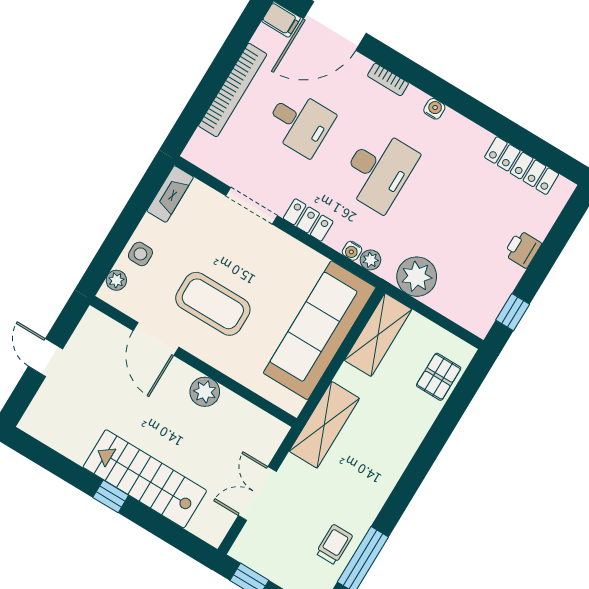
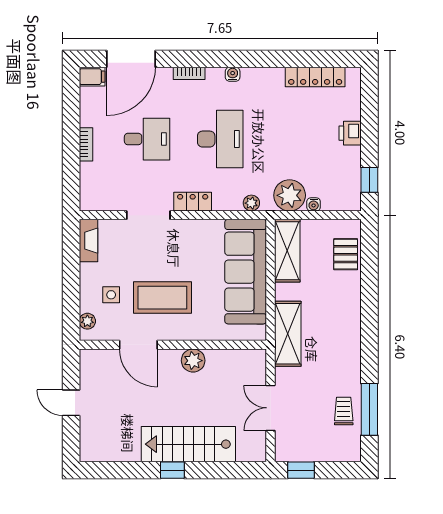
bookcase: (233, 90) -> (86, 144), width x0.43, depth x0.76
water cooler: (352, 251) -> (314, 204), moved
side table: (140, 254) -> (111, 295), moved

